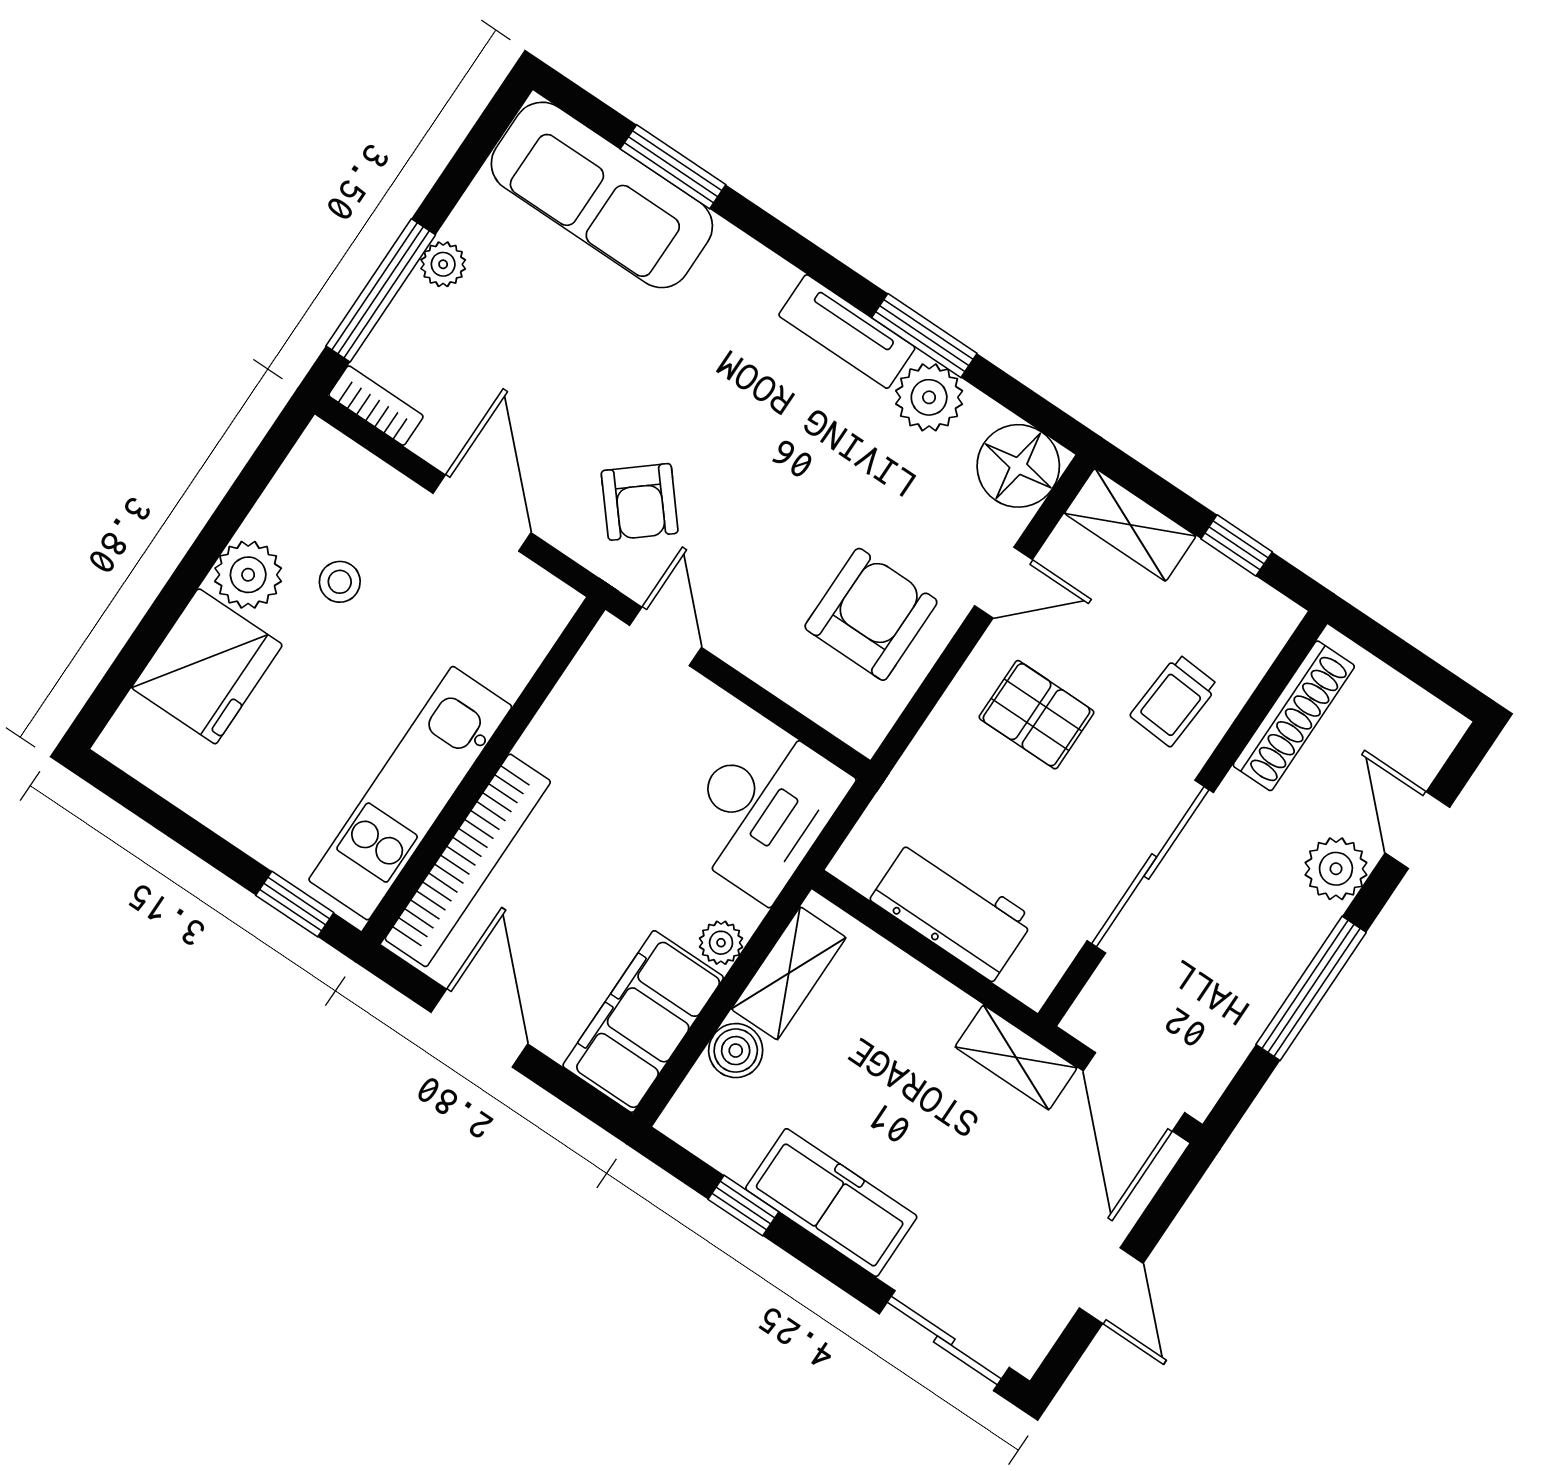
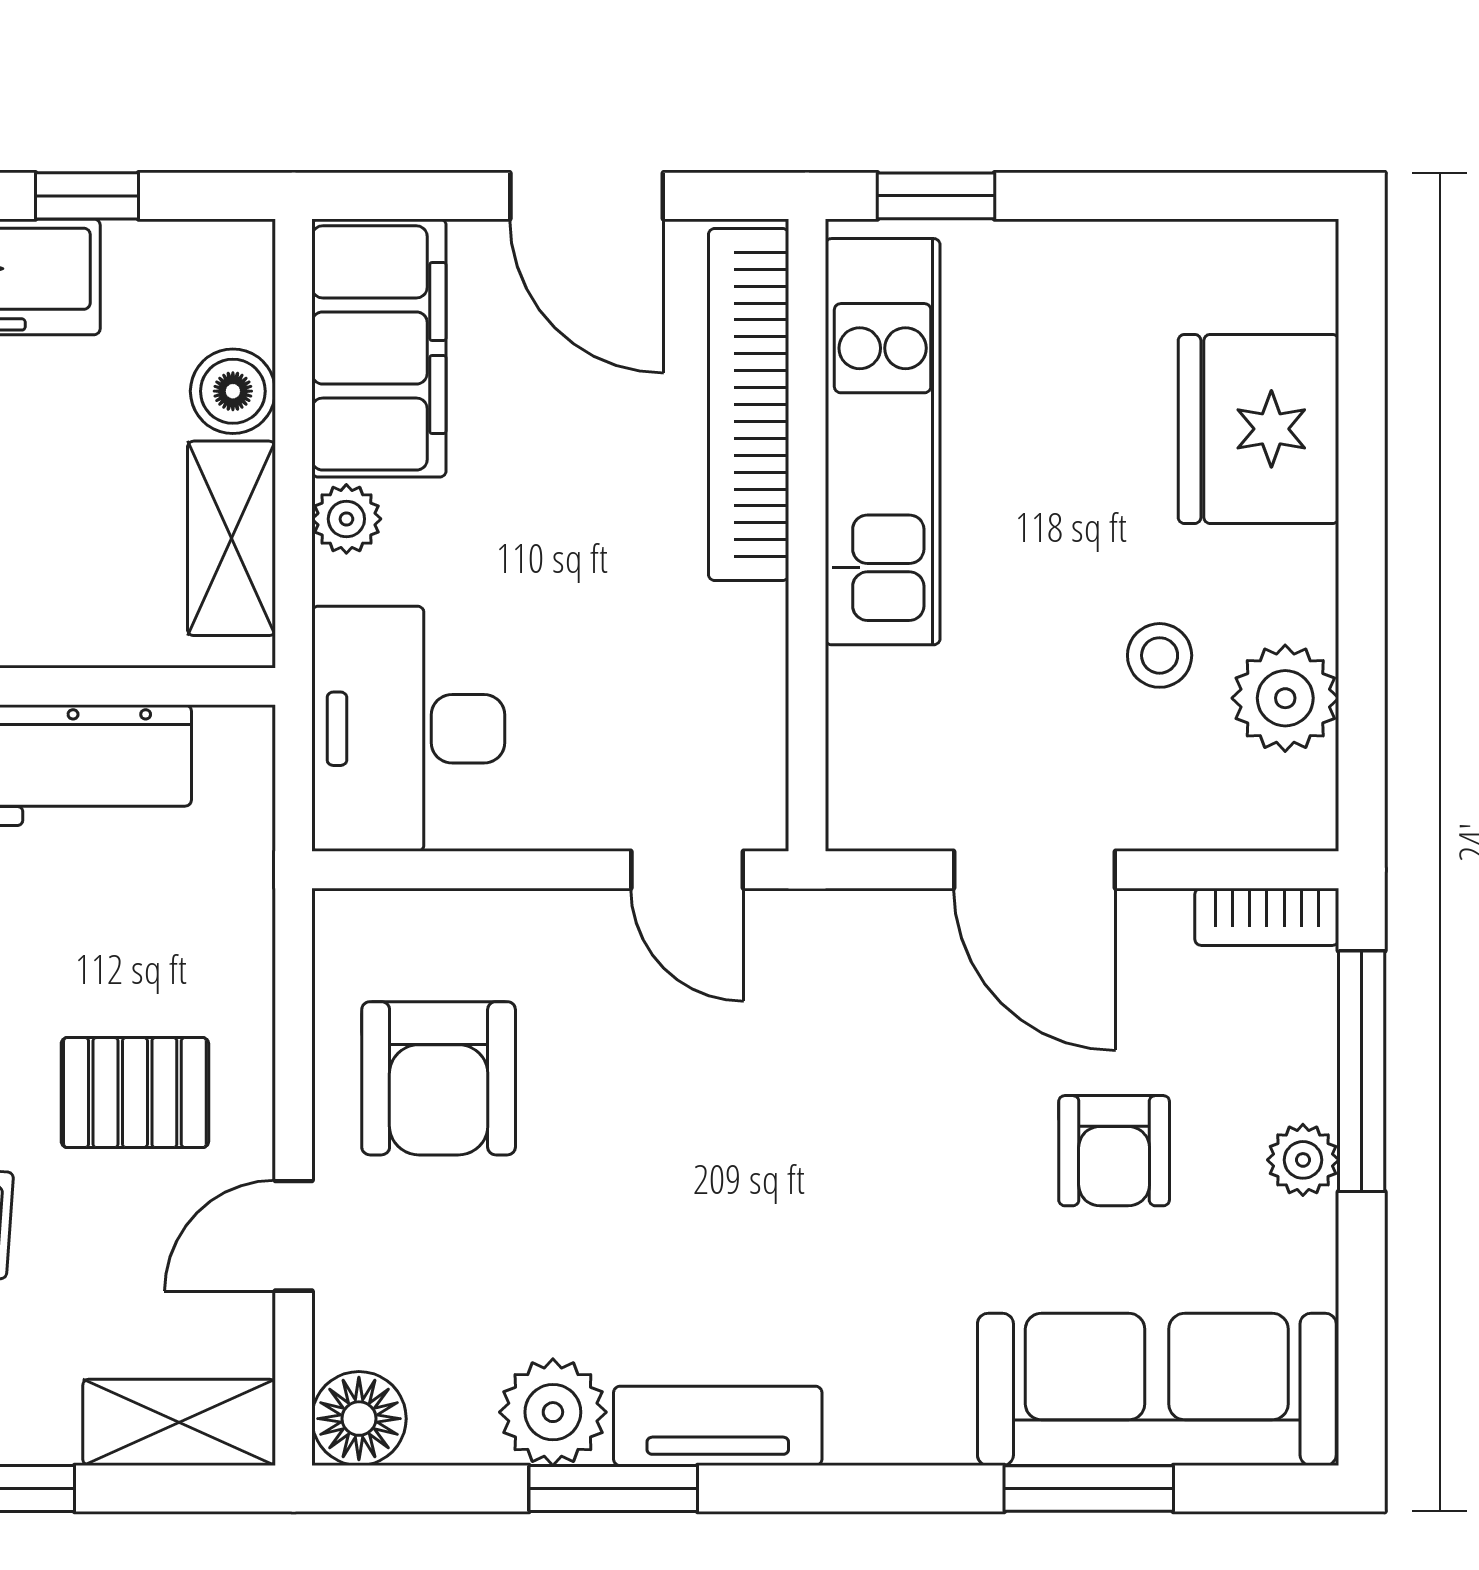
floor lamp: (1018, 466) -> (359, 1419), width x0.73, depth x0.73
armchair: (640, 502) -> (1114, 1151), moved, turned -140
plant: (248, 575) -> (1285, 698), moved

